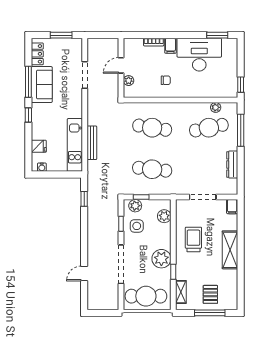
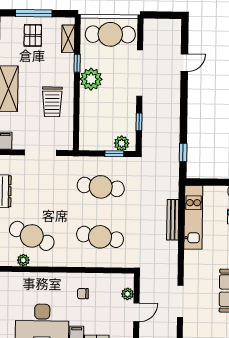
cafe table: (209, 128) -> (32, 236), turned 36
plant: (164, 216) -> (87, 130), removed
side table: (137, 226) -> (120, 119), removed

